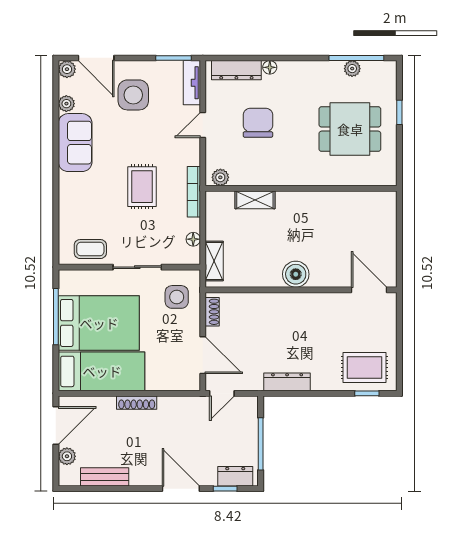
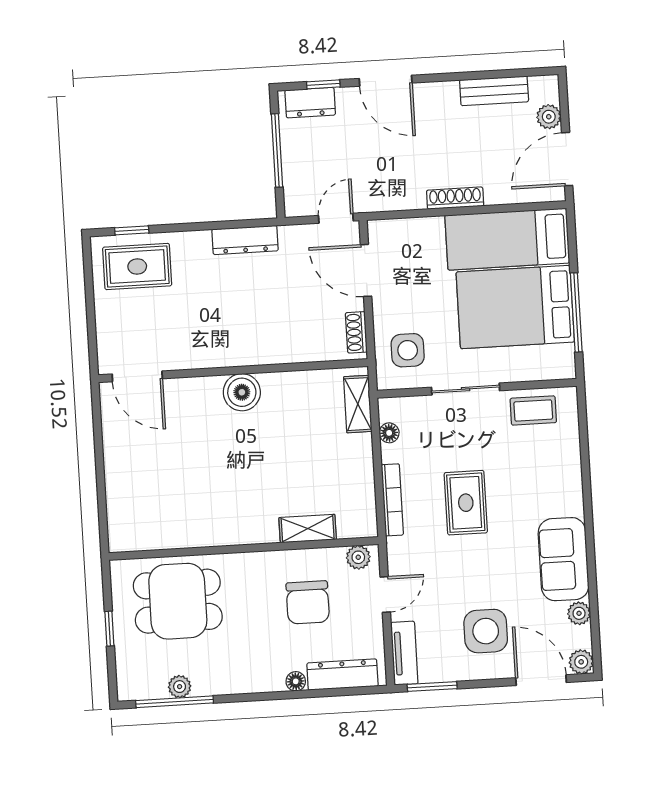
plant: (220, 177) -> (358, 557), moved
wall: (301, 188) -> (244, 548), moved
shelving: (255, 200) -> (308, 529), moved

